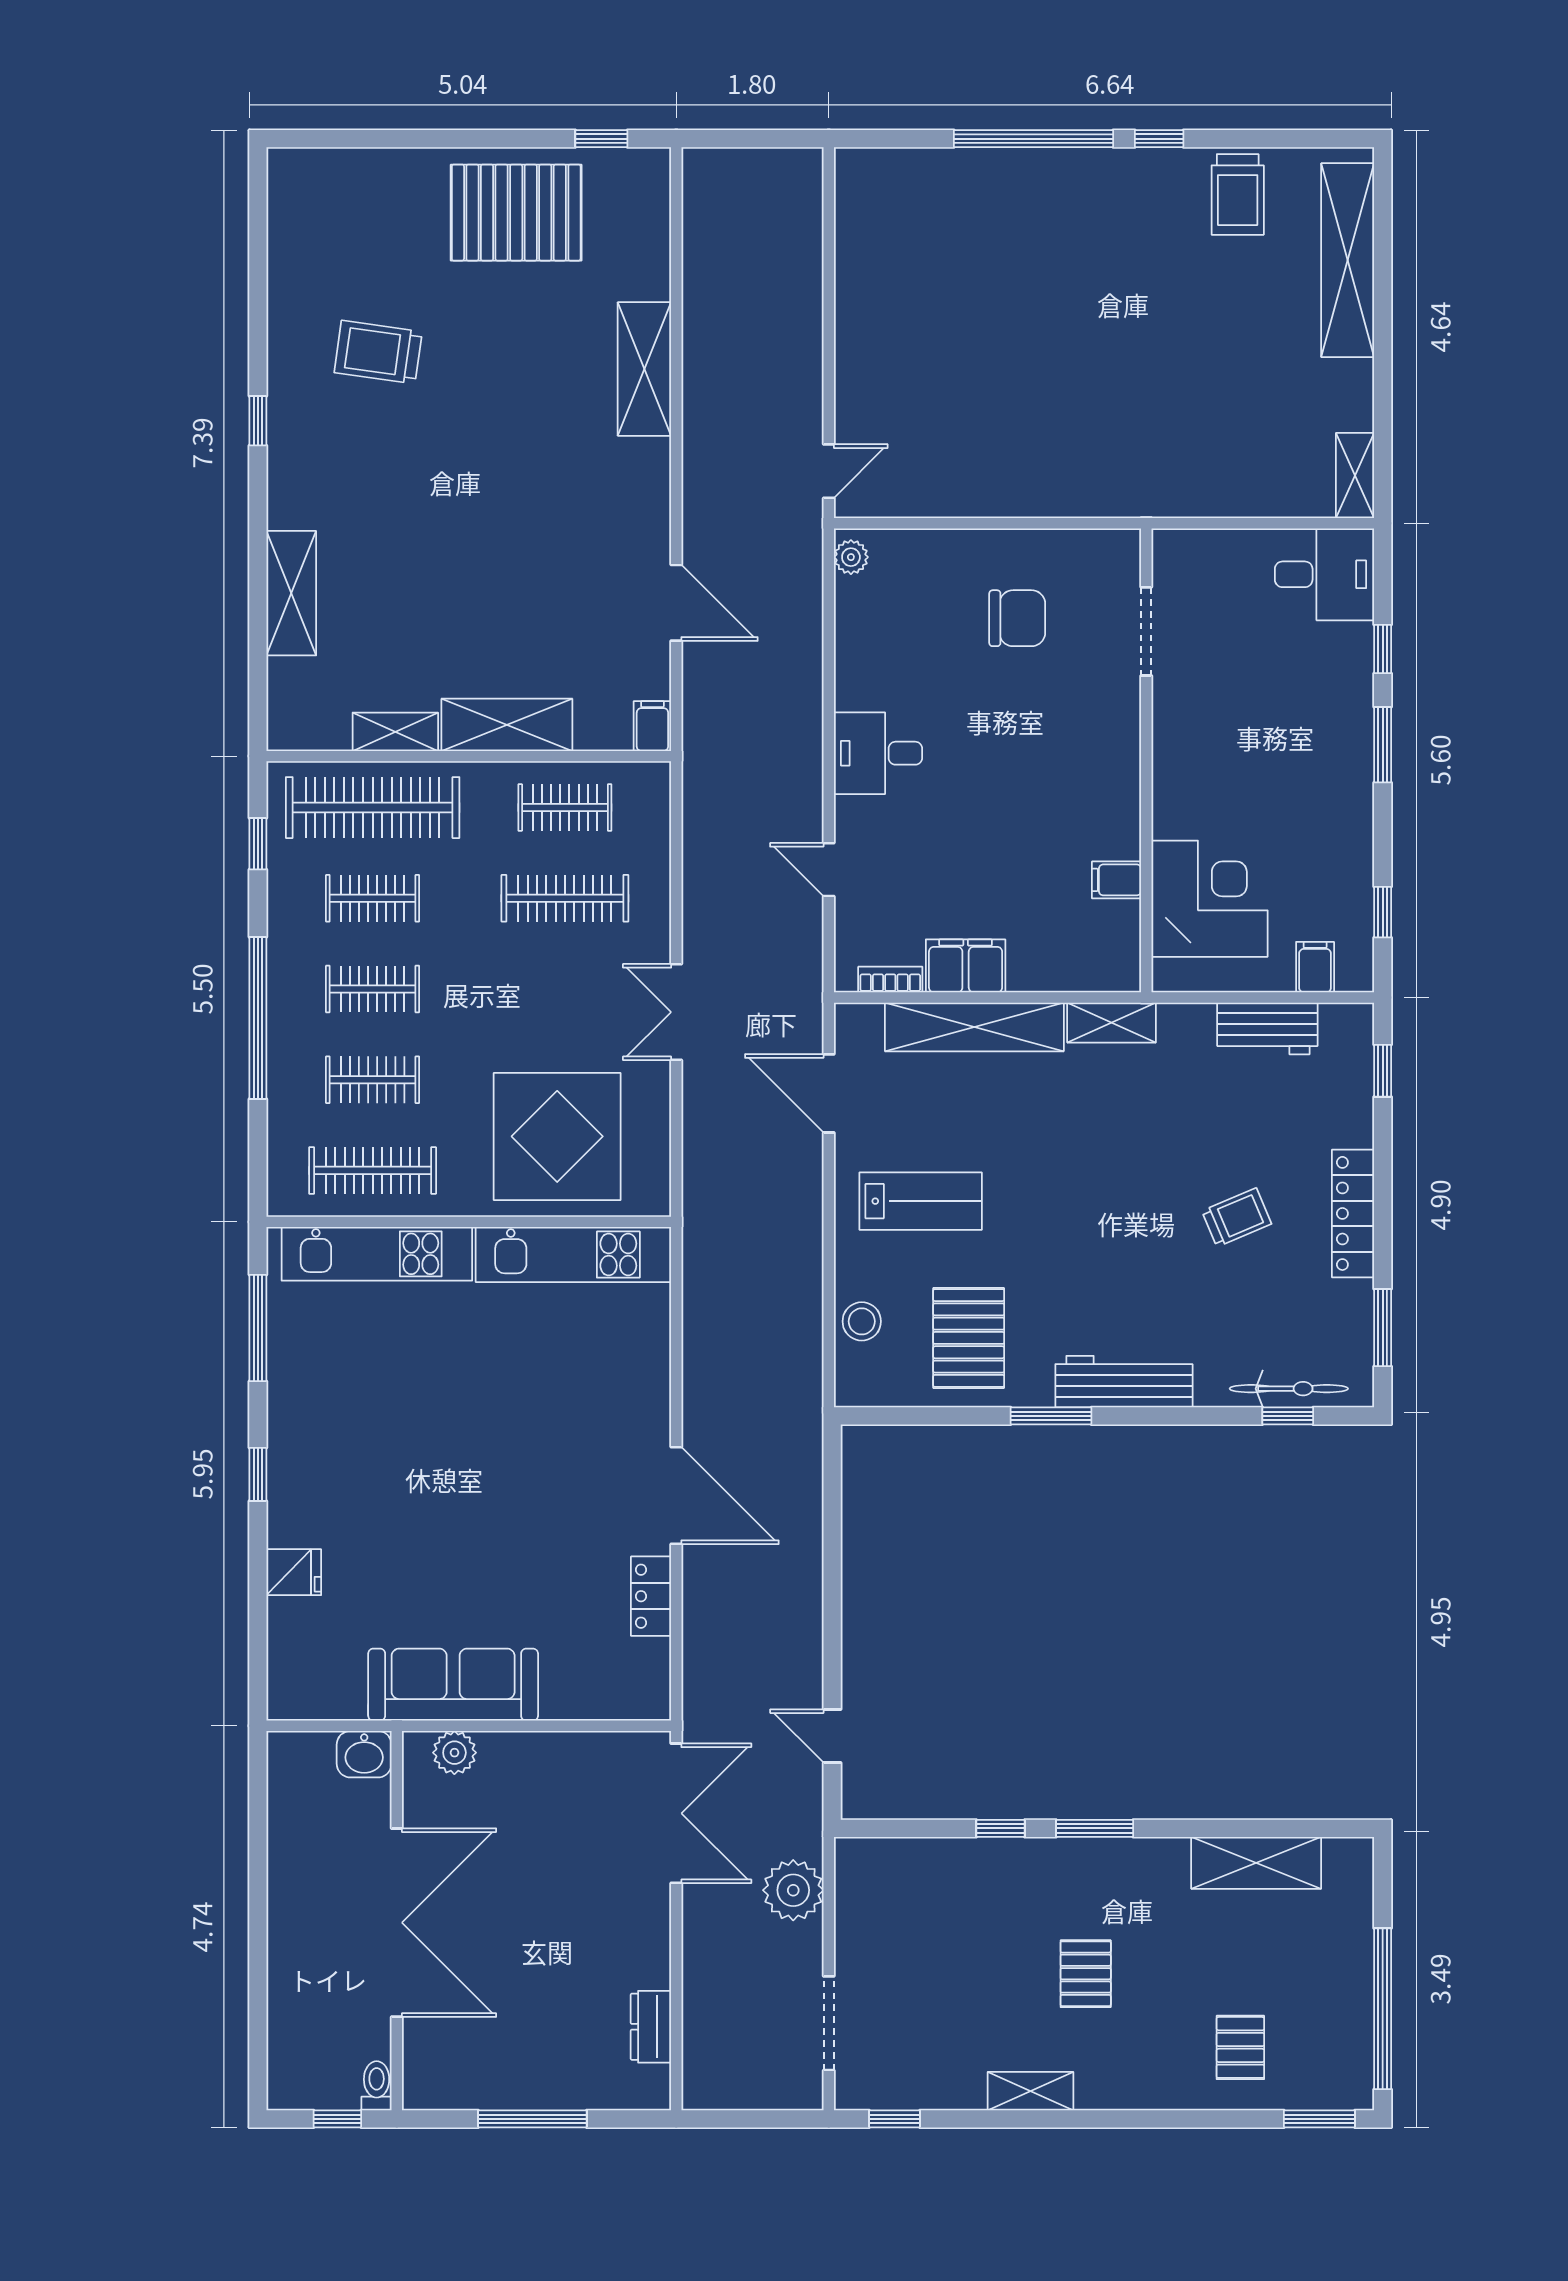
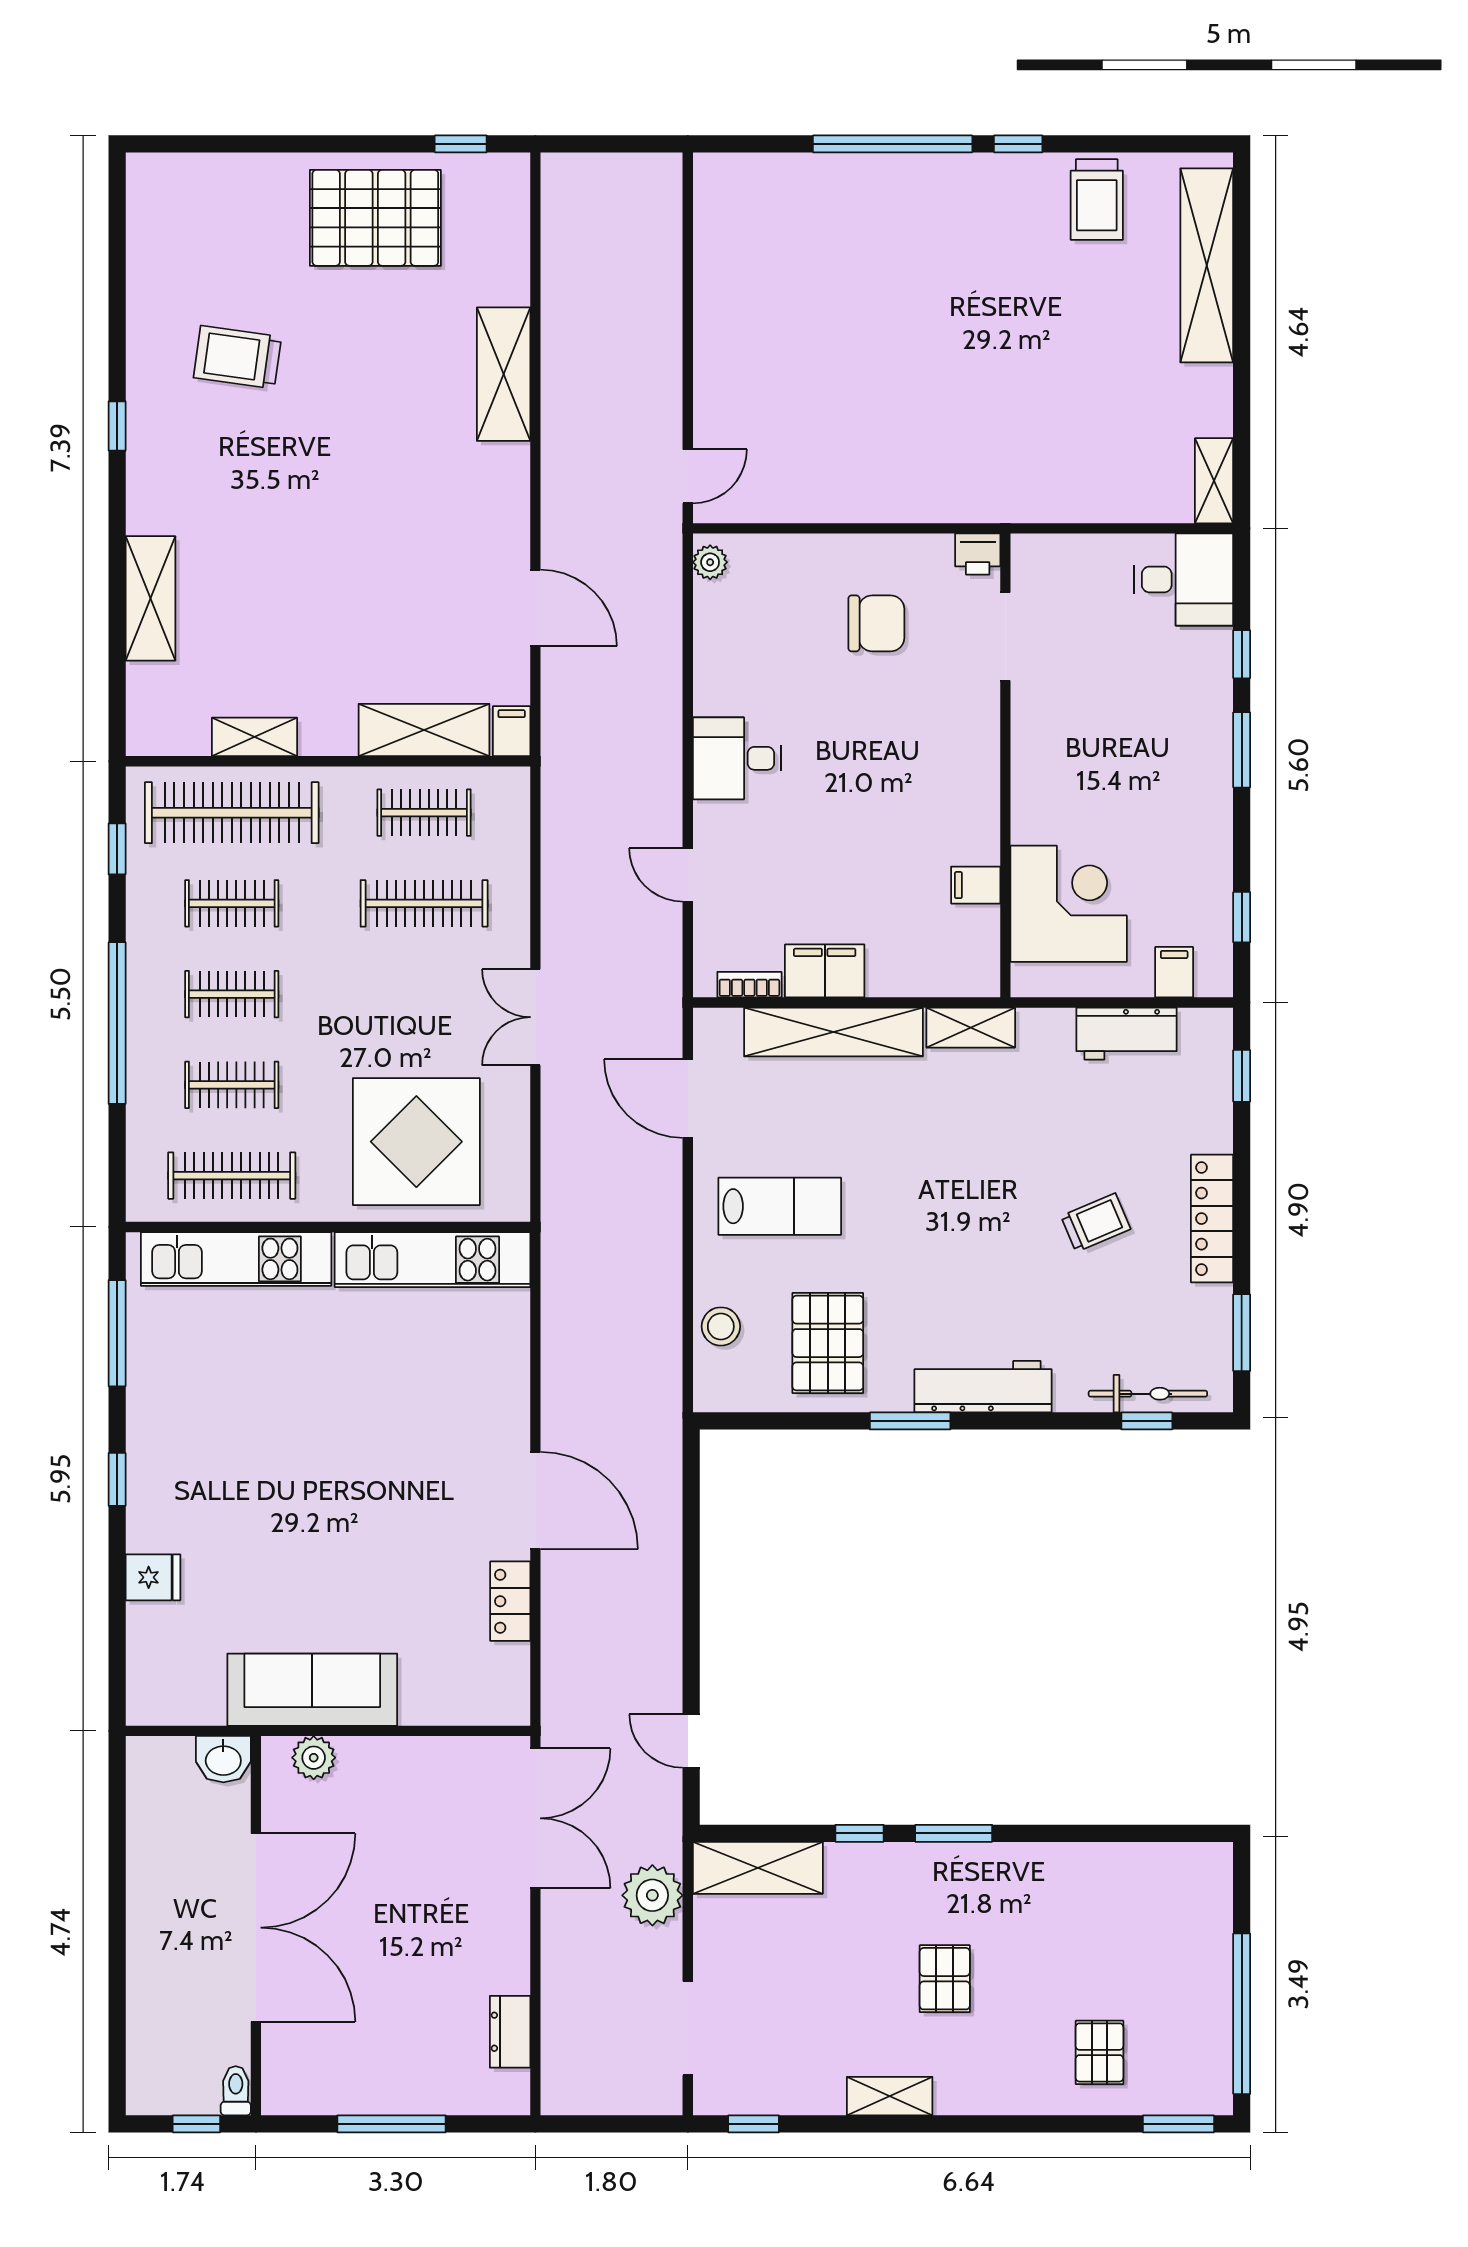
printer: (1119, 549) -> (978, 554), added
shelving: (507, 725) -> (424, 730), moved
shelving: (1256, 1863) -> (758, 1868), moved

